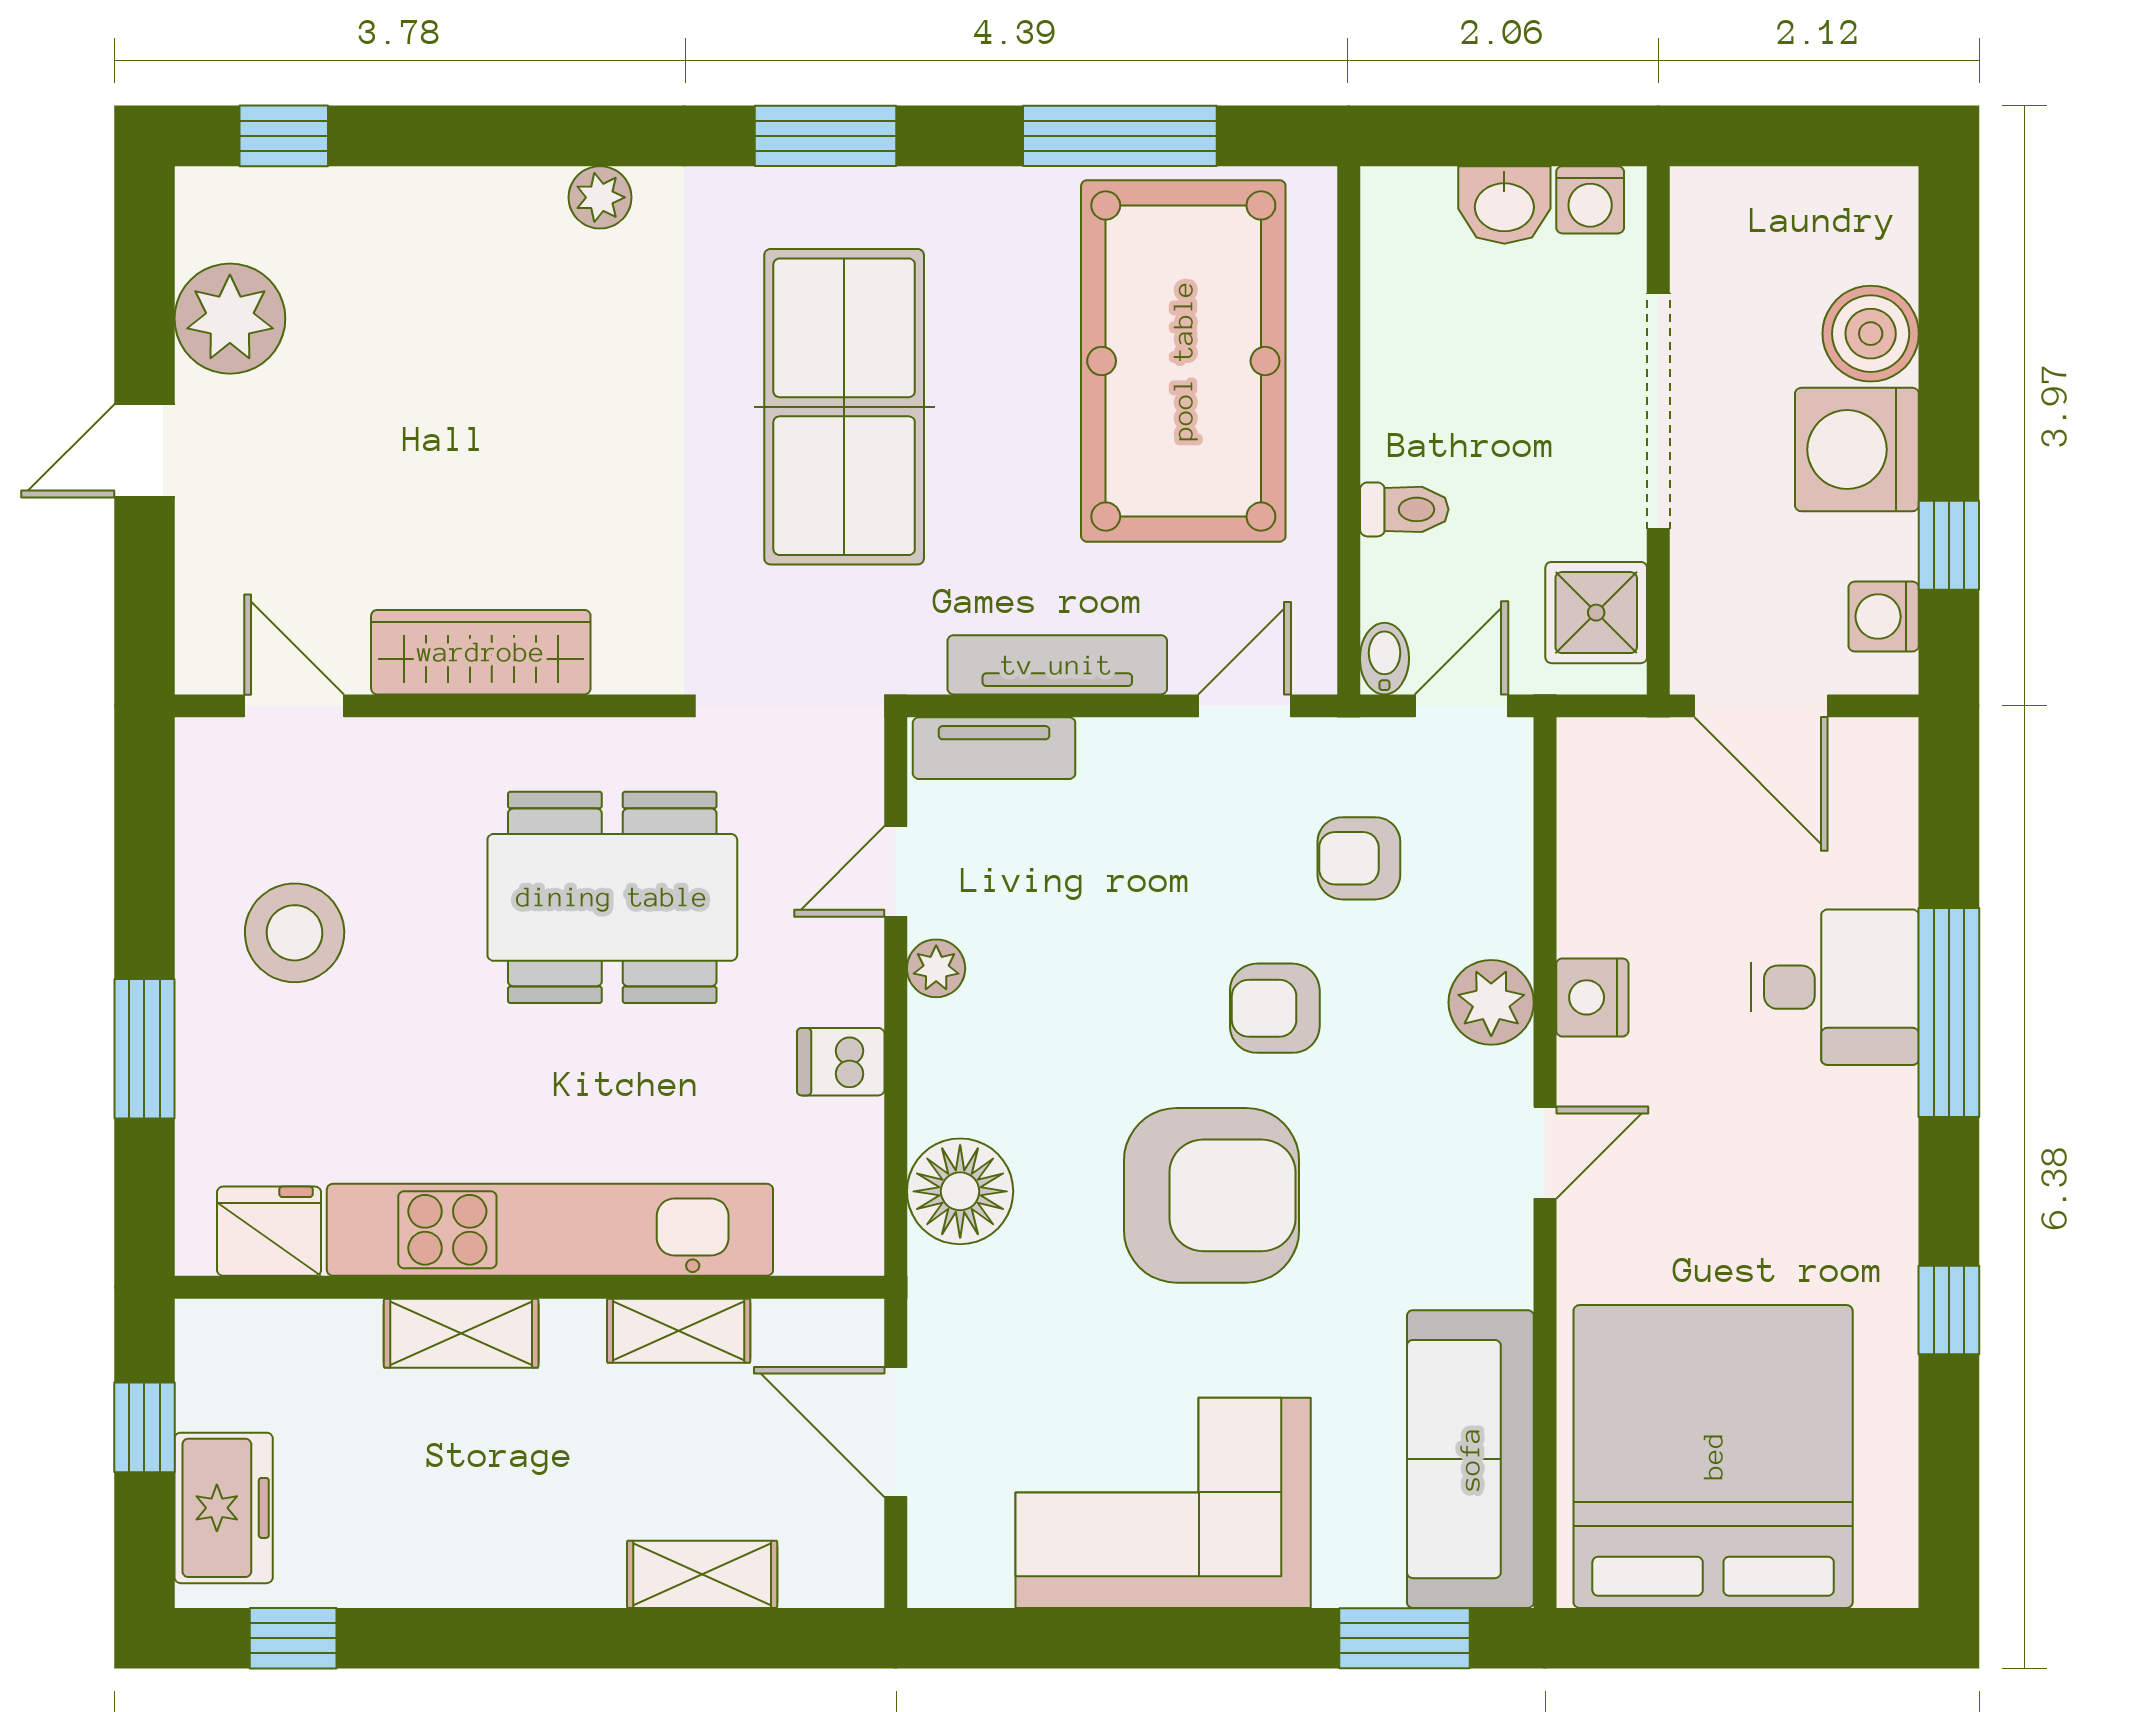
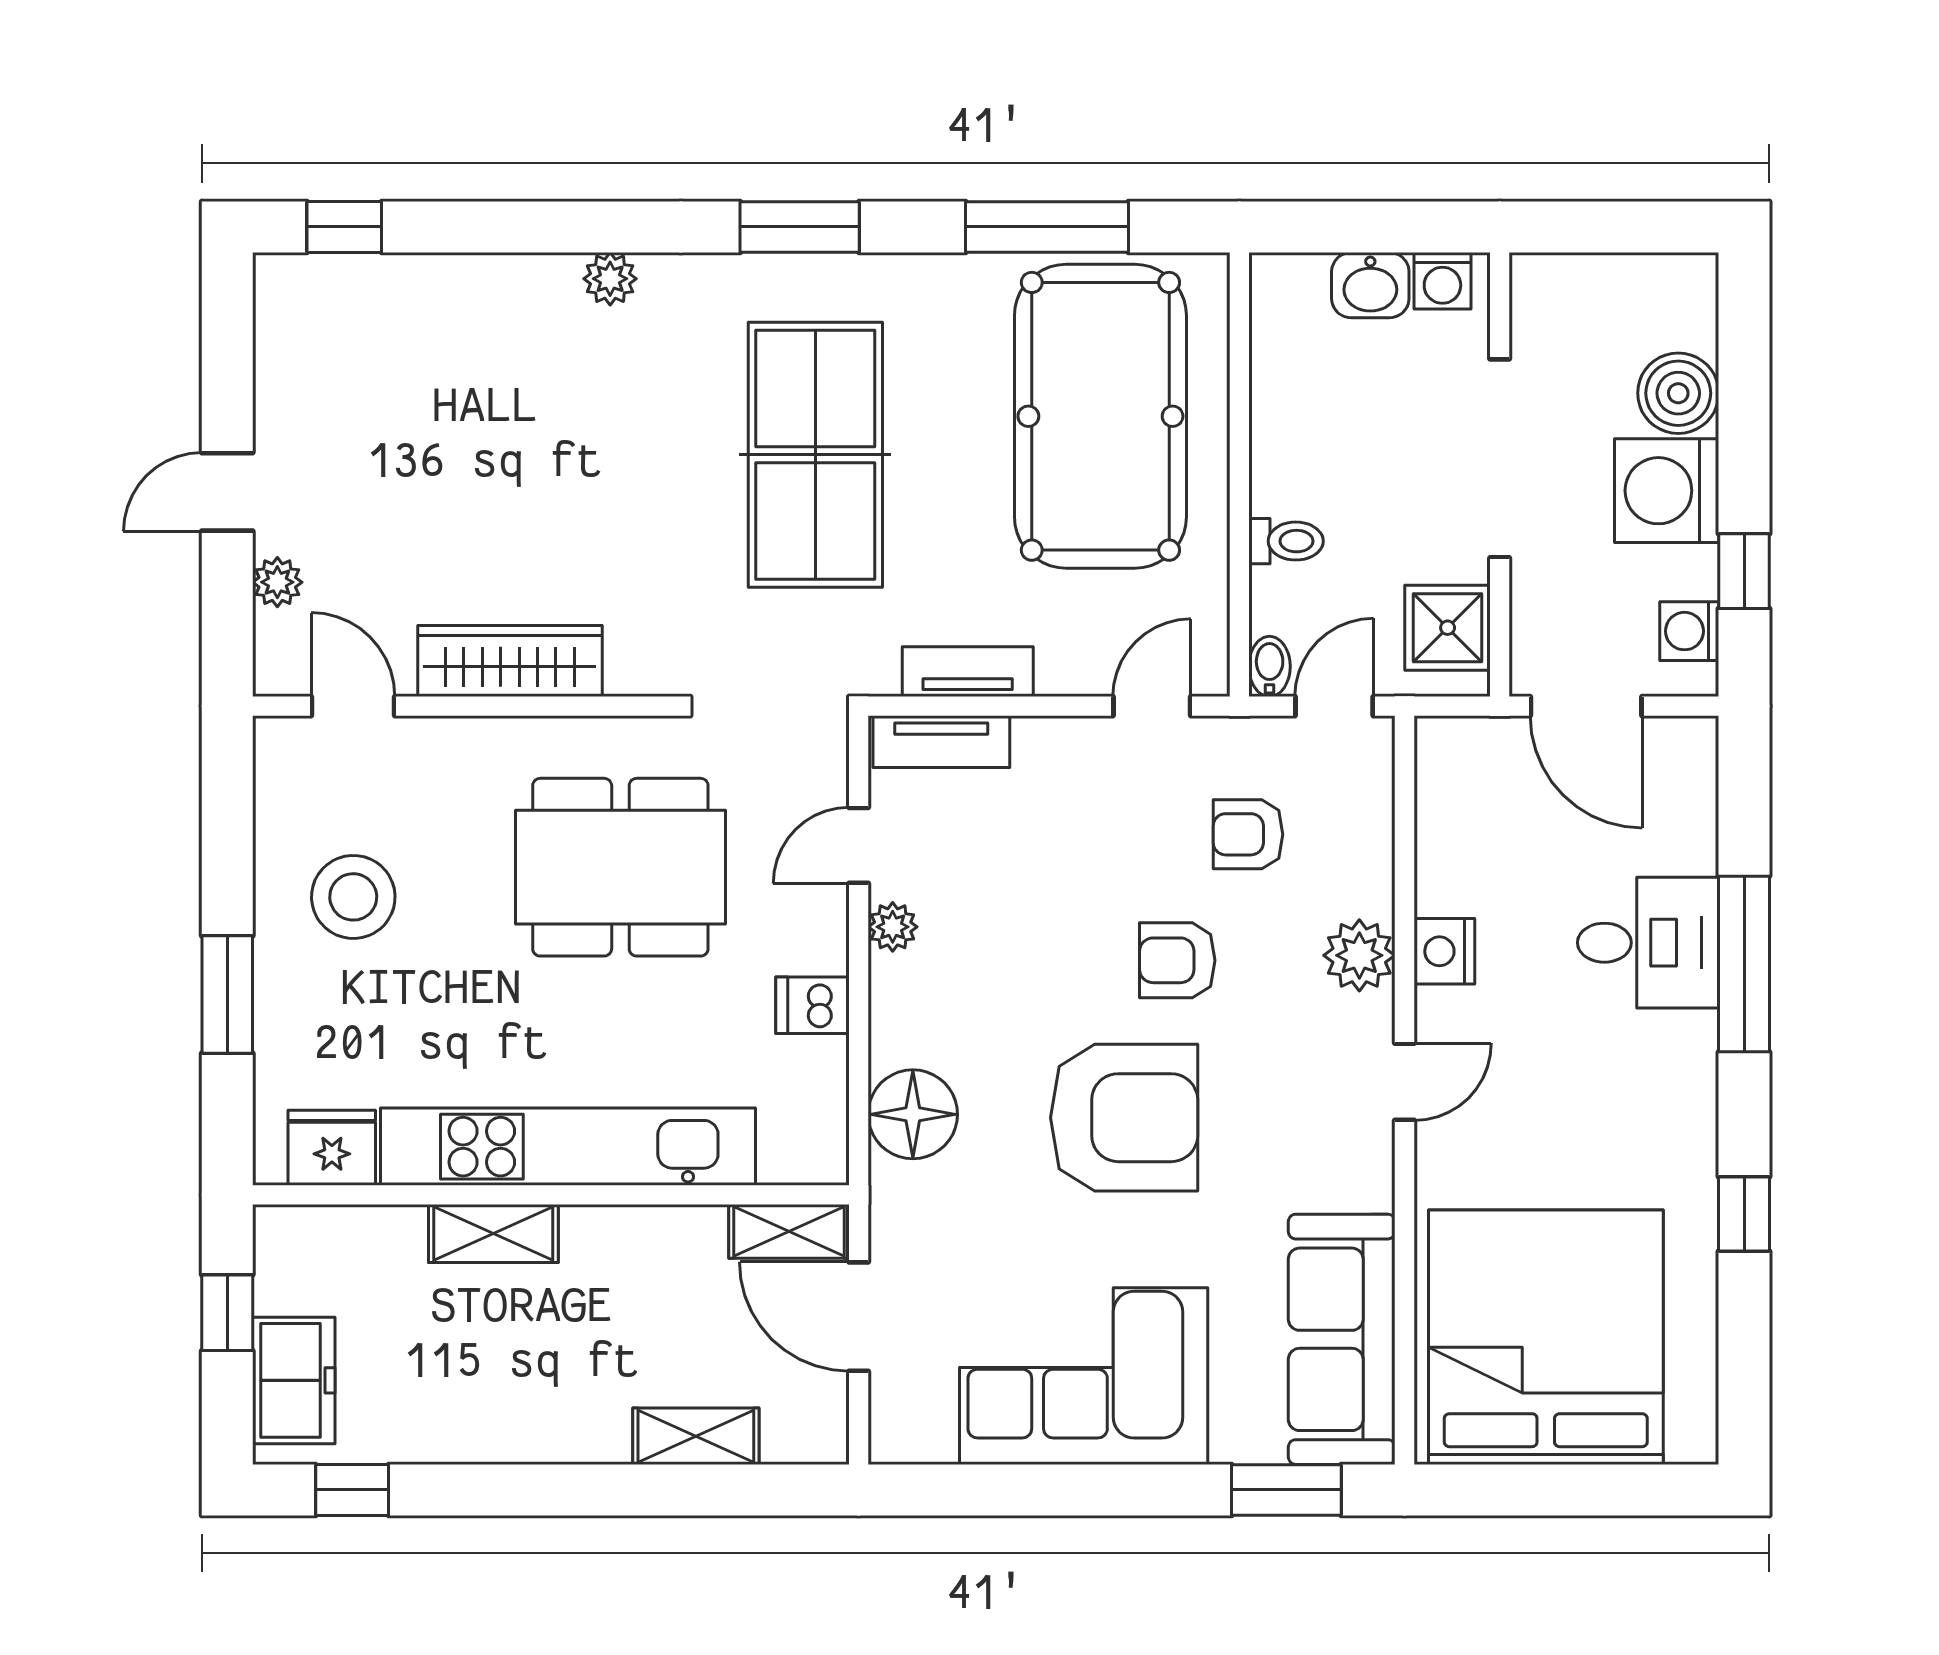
plant: (230, 319) -> (277, 582), moved, width x0.53, depth x0.53
tv unit: (1057, 665) -> (968, 672), width x0.71
shelving: (679, 1331) -> (789, 1231), moved

